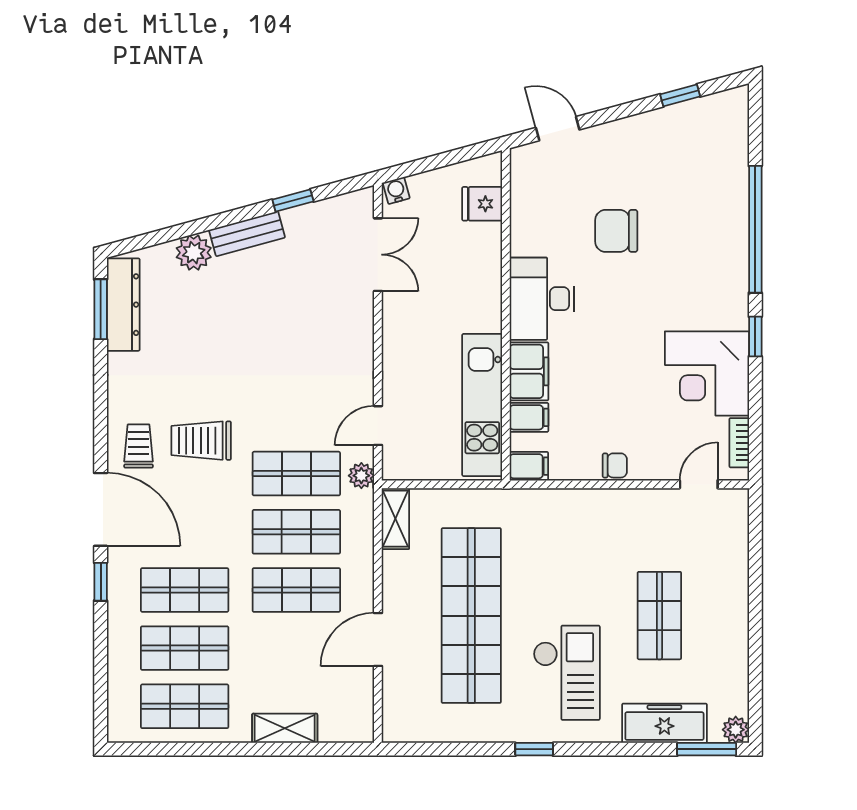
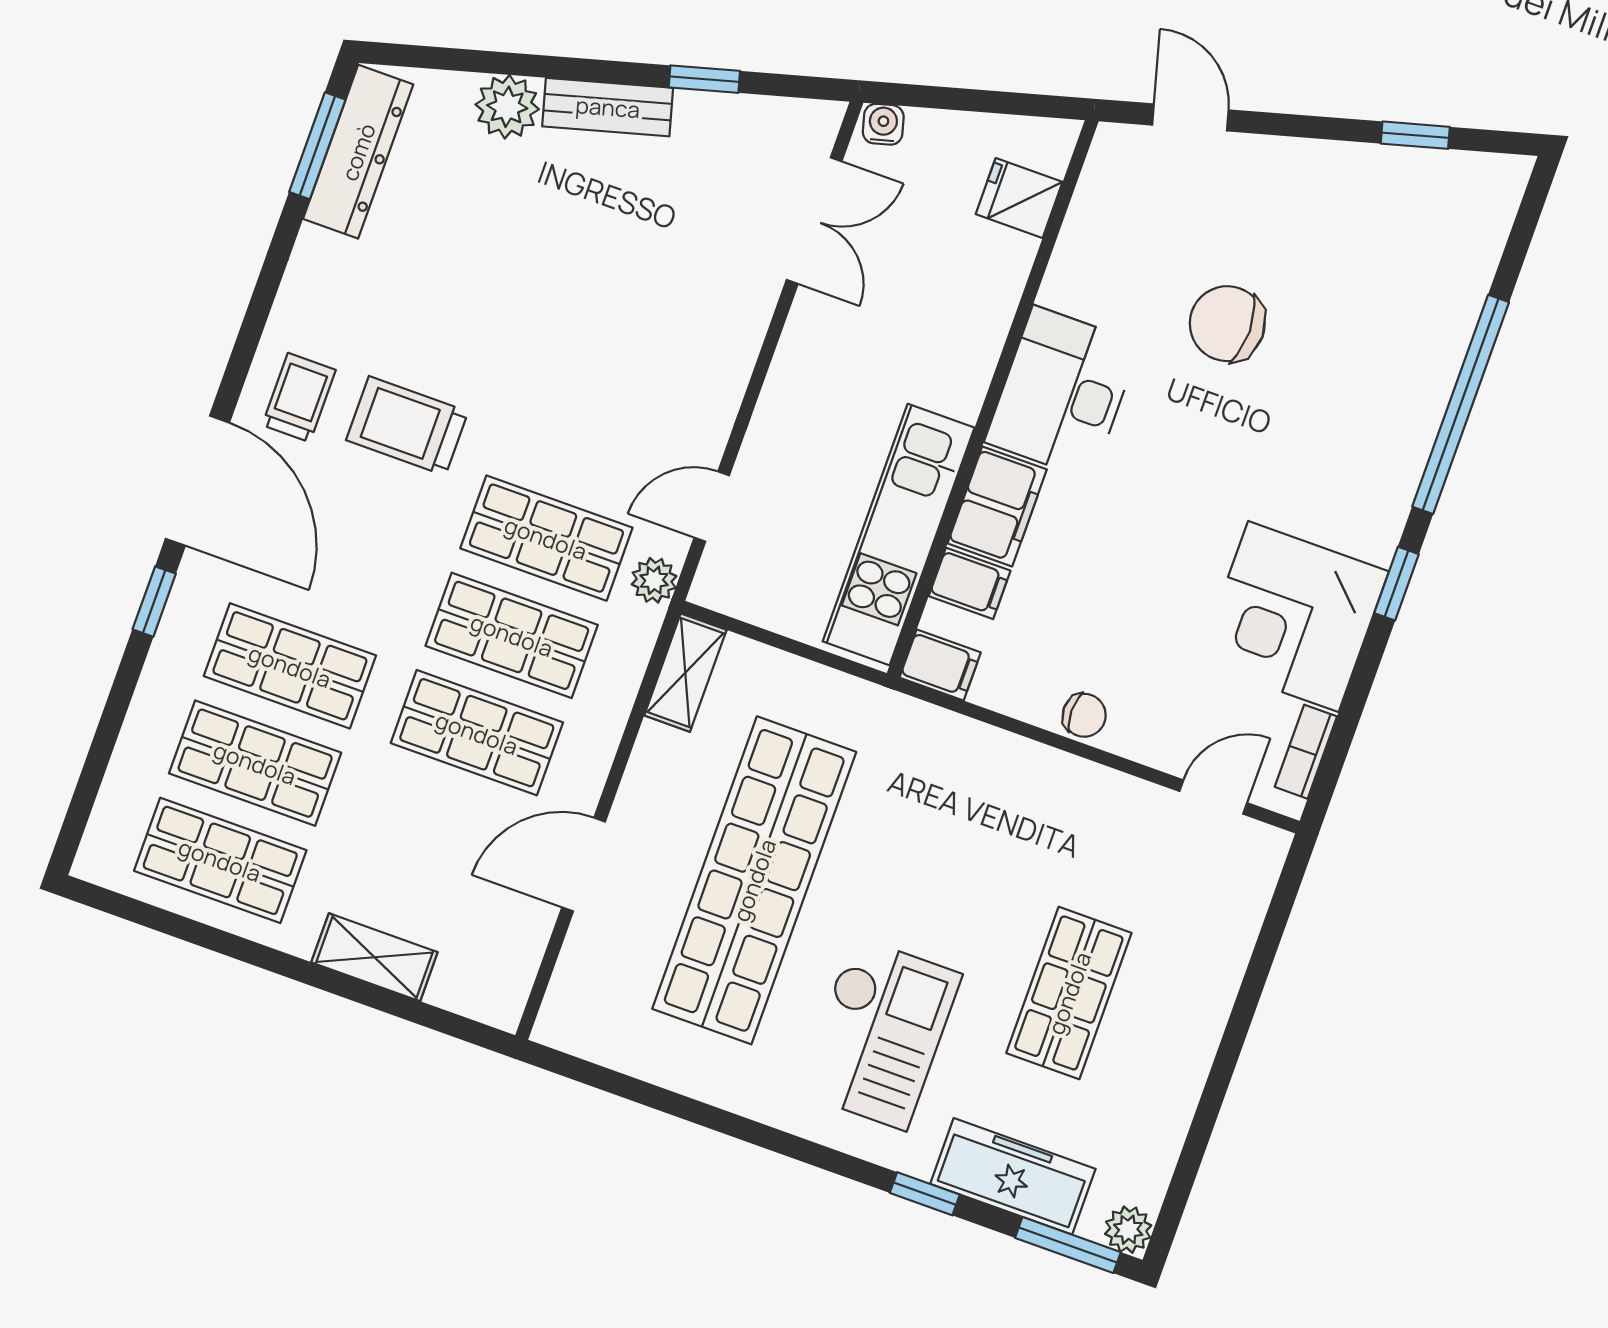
window: (534, 749) -> (925, 1194), moved

